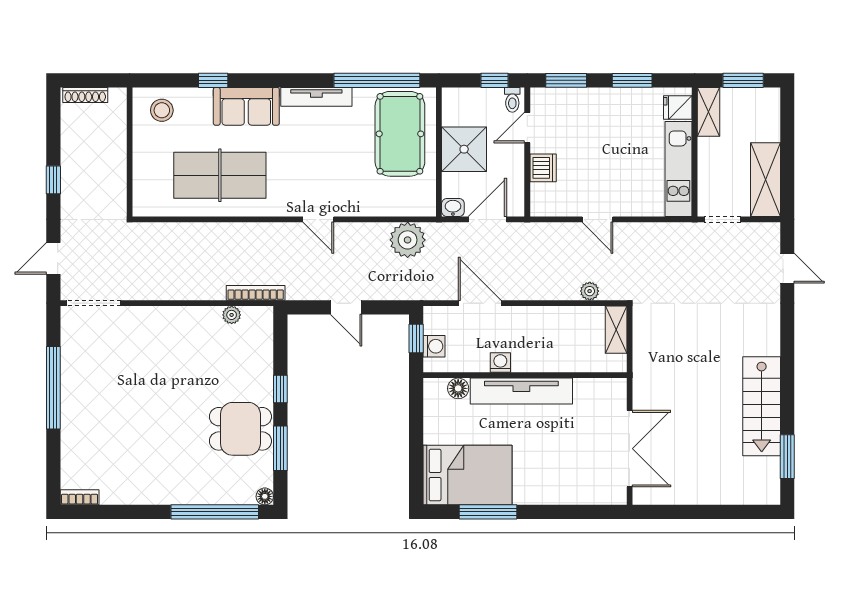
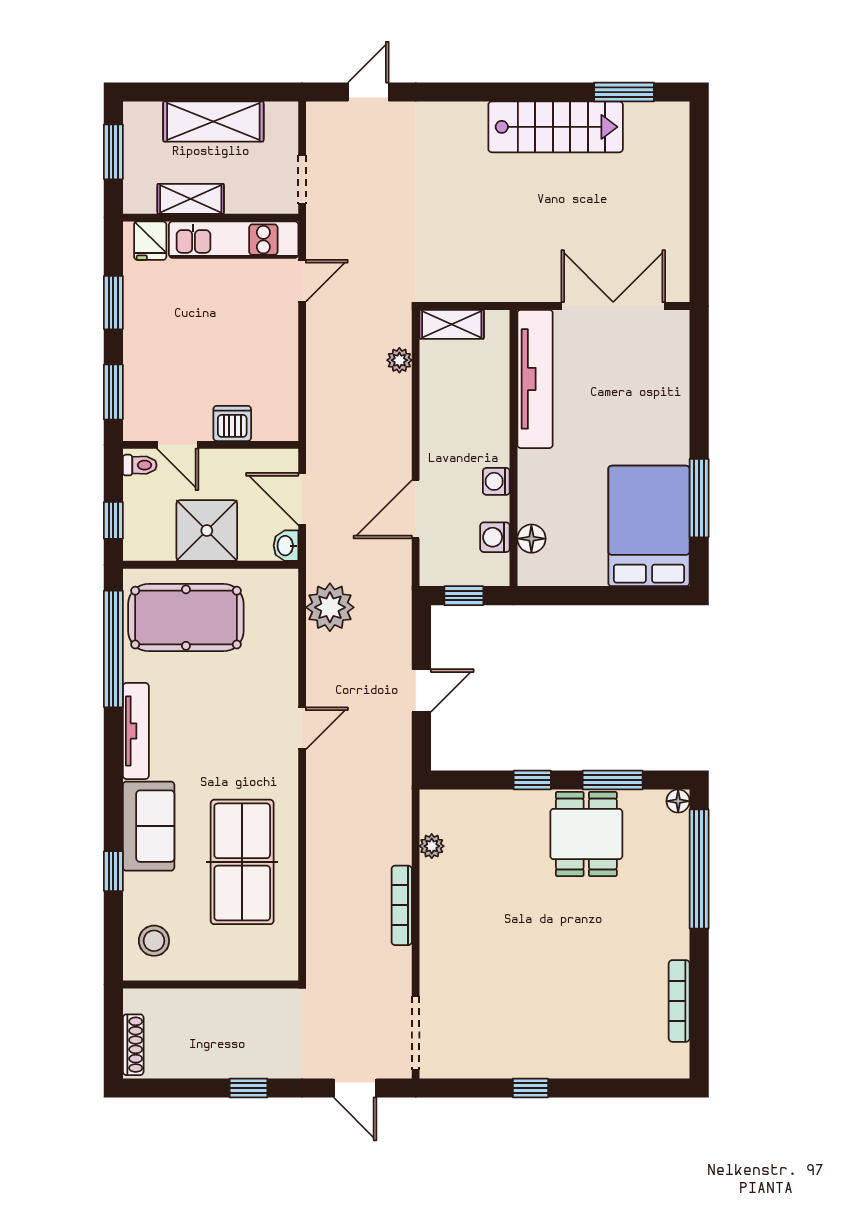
window: (494, 80) -> (113, 520), moved
shelving: (709, 112) -> (191, 199), moved
shelving: (765, 180) -> (213, 122), moved
door: (597, 219) -> (302, 281), moved
bookcase: (256, 293) -> (402, 905), moved
washing machine: (434, 346) -> (495, 537), moved, turned -90
window: (53, 388) -> (530, 1088), width x0.32
tv unit: (521, 391) -> (535, 379), moved
bookcase: (80, 497) -> (679, 1001), moved, width x1.56

